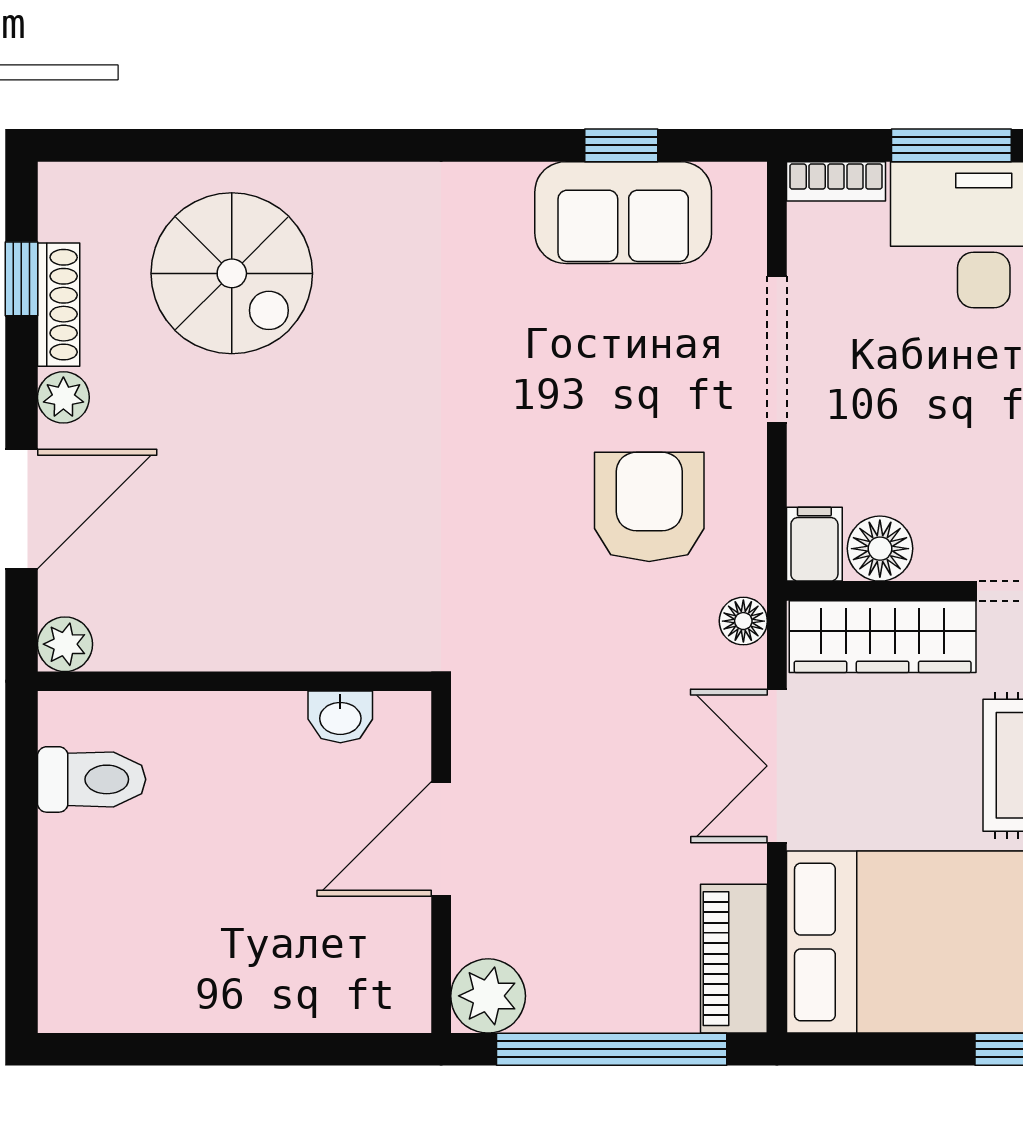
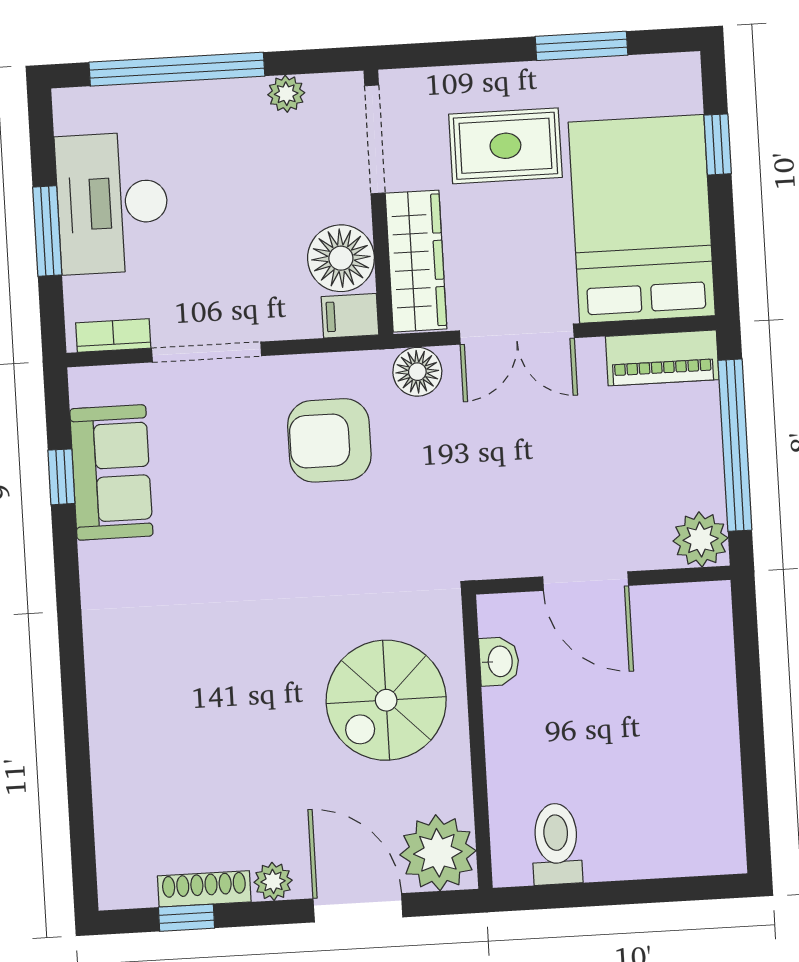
bookcase: (836, 181) -> (113, 335), moved, turned -90
spiral stairs: (232, 273) -> (386, 700), moved, turned 180
floor lamp: (880, 549) -> (341, 258), width x1.38, depth x1.38
floor lamp: (743, 621) -> (417, 372), width x1.37, depth x1.37
plant: (65, 644) -> (438, 853), width x1.87, depth x1.87

